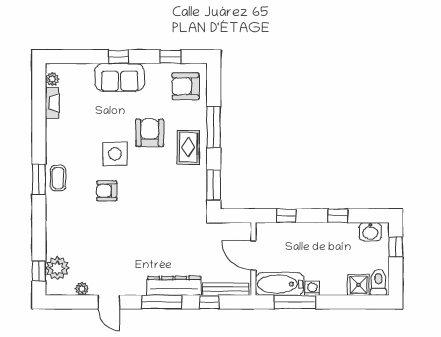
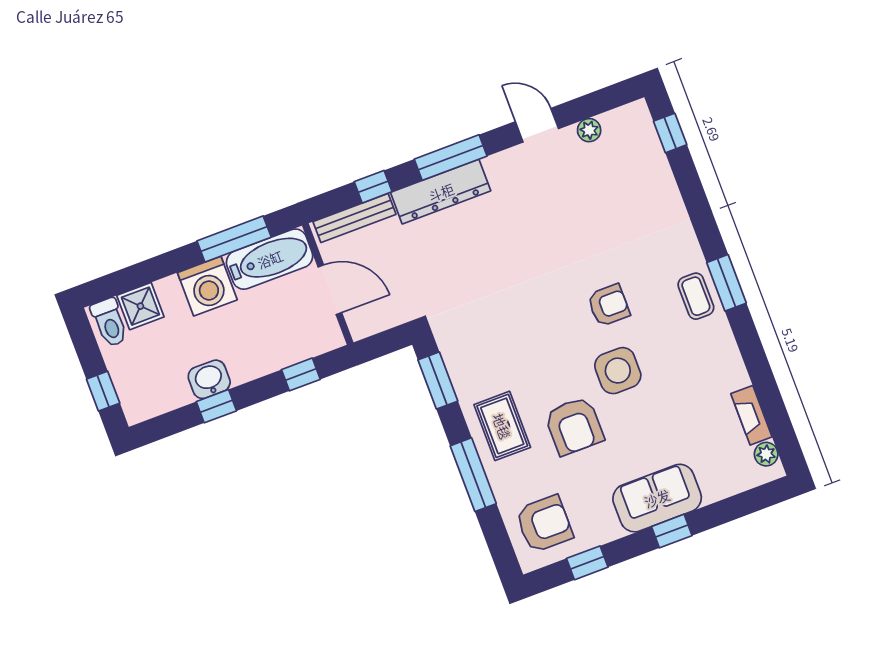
washbasin: (370, 232) -> (209, 379), moved
plant: (57, 268) -> (642, 149), removed
washing machine: (312, 288) -> (207, 286), width x1.89, depth x1.89

